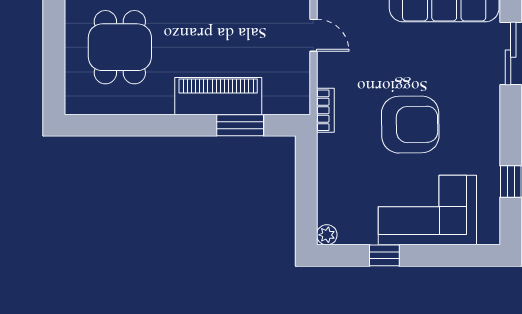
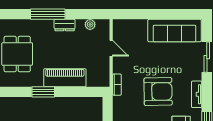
window: (240, 125) -> (43, 92), moved
tv unit: (490, 130) -> (197, 94), added

